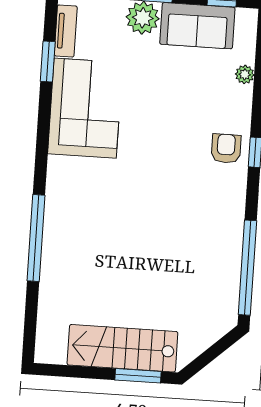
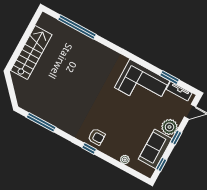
window: (36, 238) -> (77, 27), moved
window: (247, 268) -> (41, 122), width x0.68
window: (138, 376) -> (16, 54), removed

